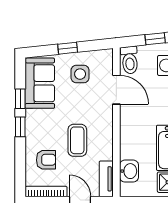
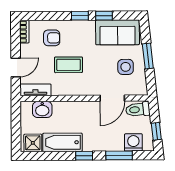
window: (68, 48) -> (148, 56), width x1.50
armchair: (46, 160) -> (52, 38), turned -90
bookcase: (46, 192) -> (24, 32), width x0.64

